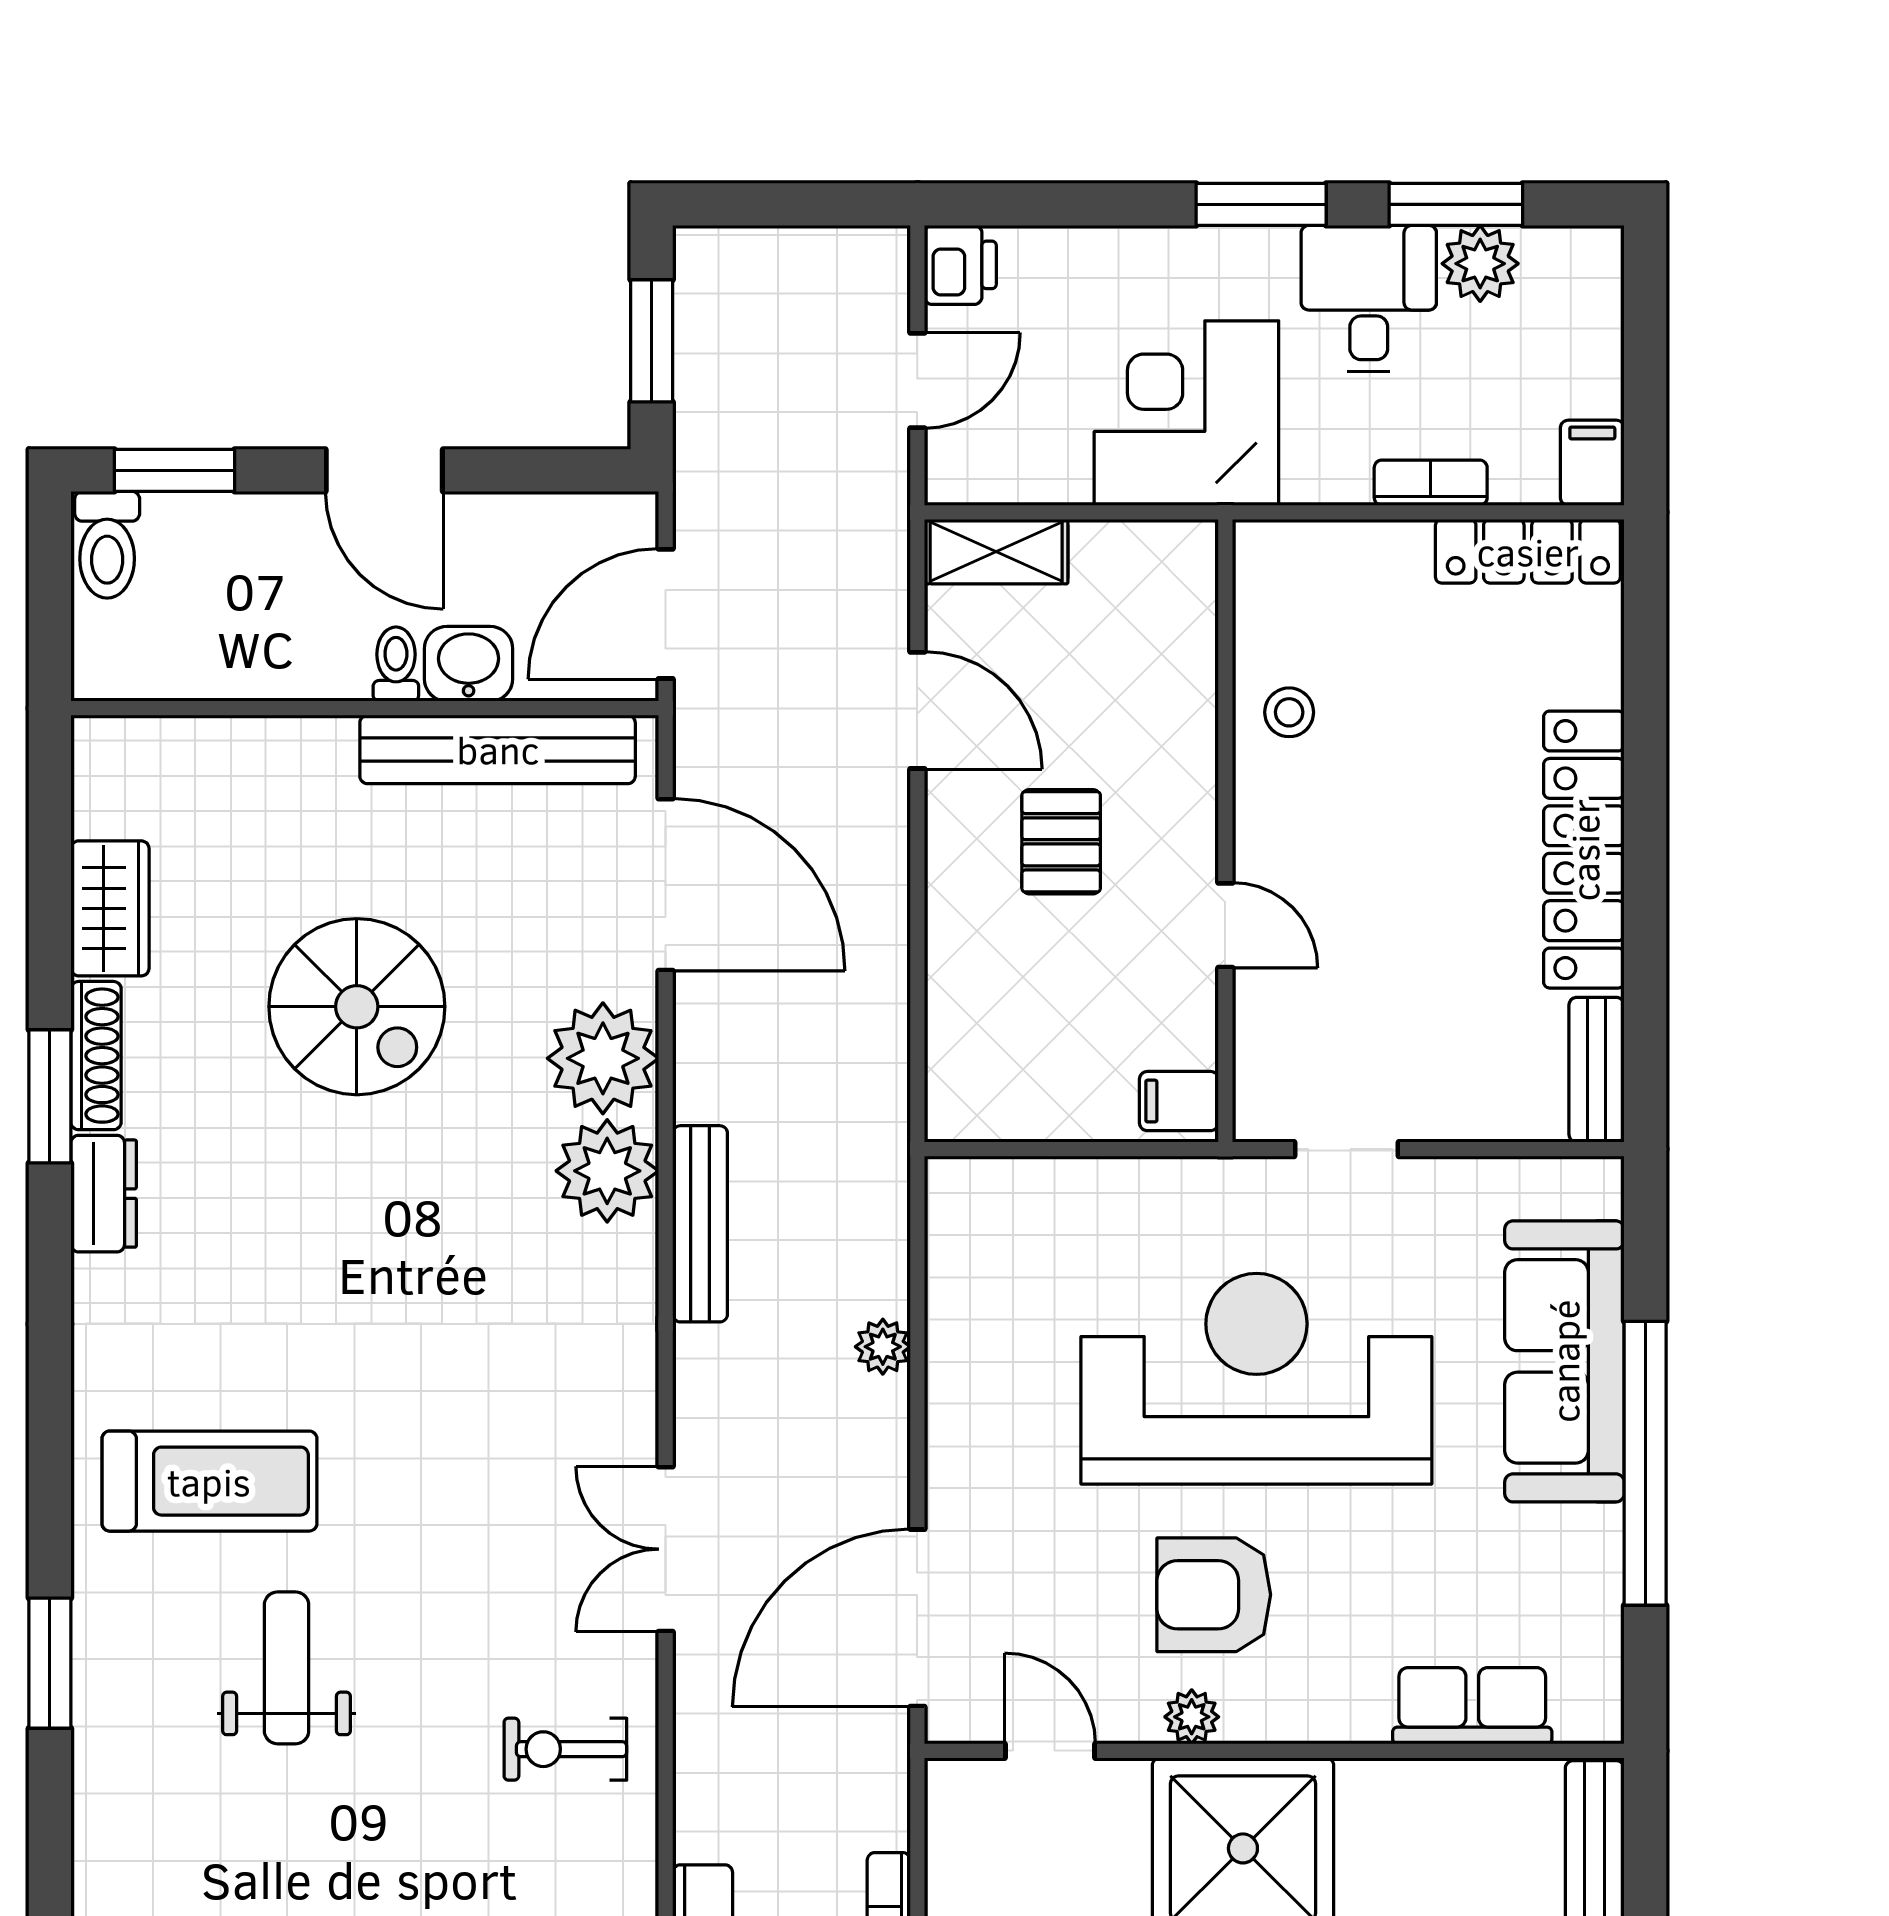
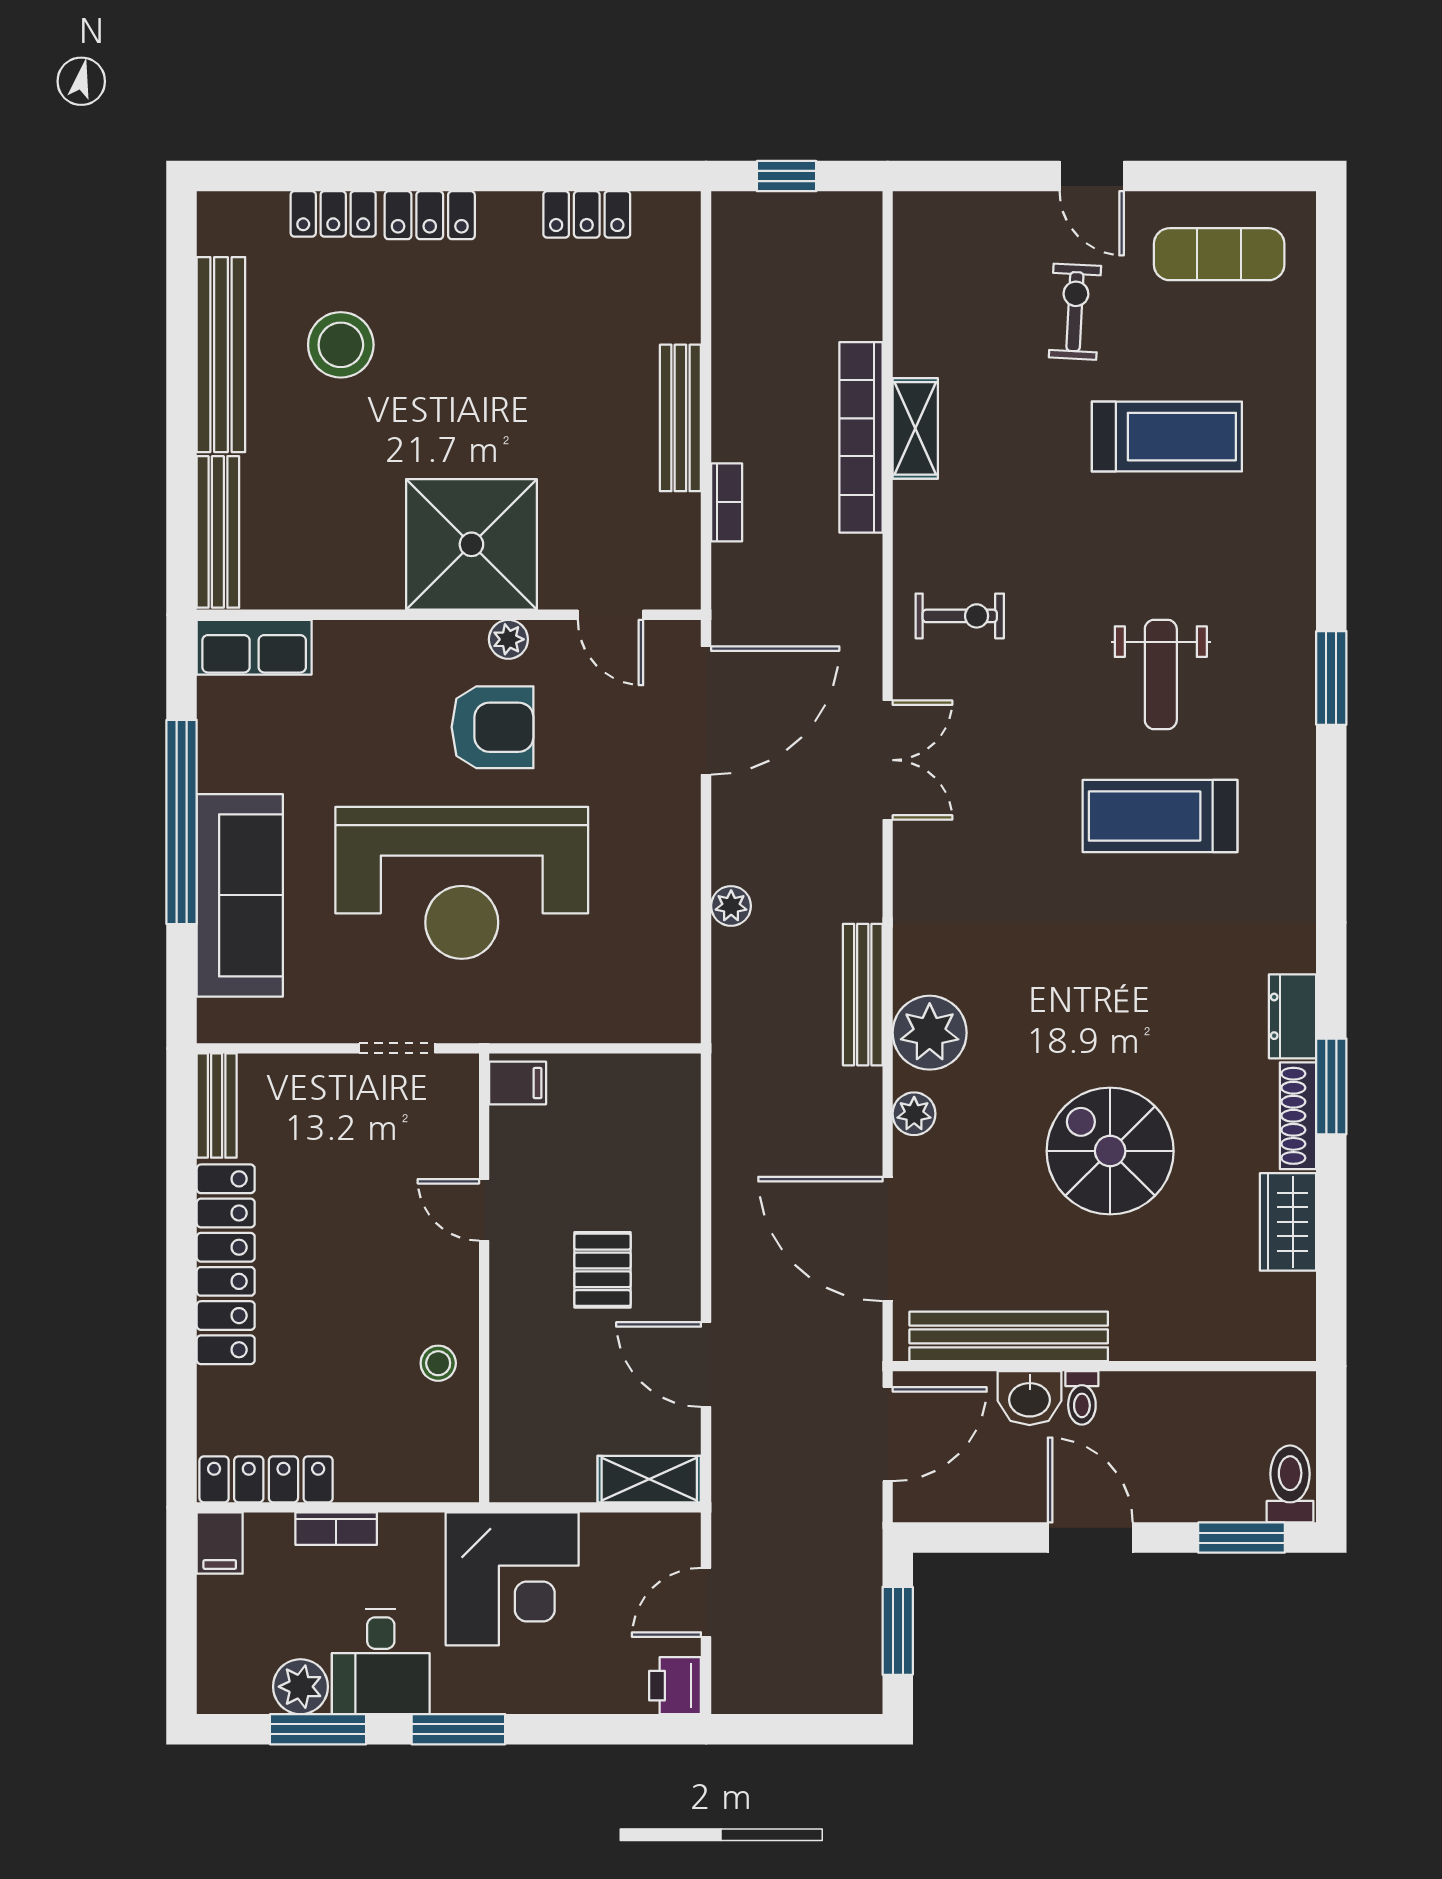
plant: (603, 1058) -> (914, 1114), width x0.53, depth x0.53
treadmill: (209, 1481) -> (1160, 816), moved
row of seats: (1472, 1706) -> (254, 647), moved

